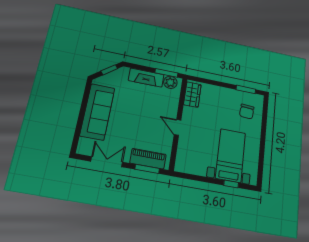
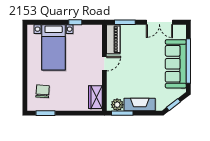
window: (82, 112) -> (188, 61), added
door: (178, 127) -> (104, 64), hinge flipped
piano: (148, 159) -> (113, 39), moved, turned -90
window: (231, 184) -> (75, 22), moved

